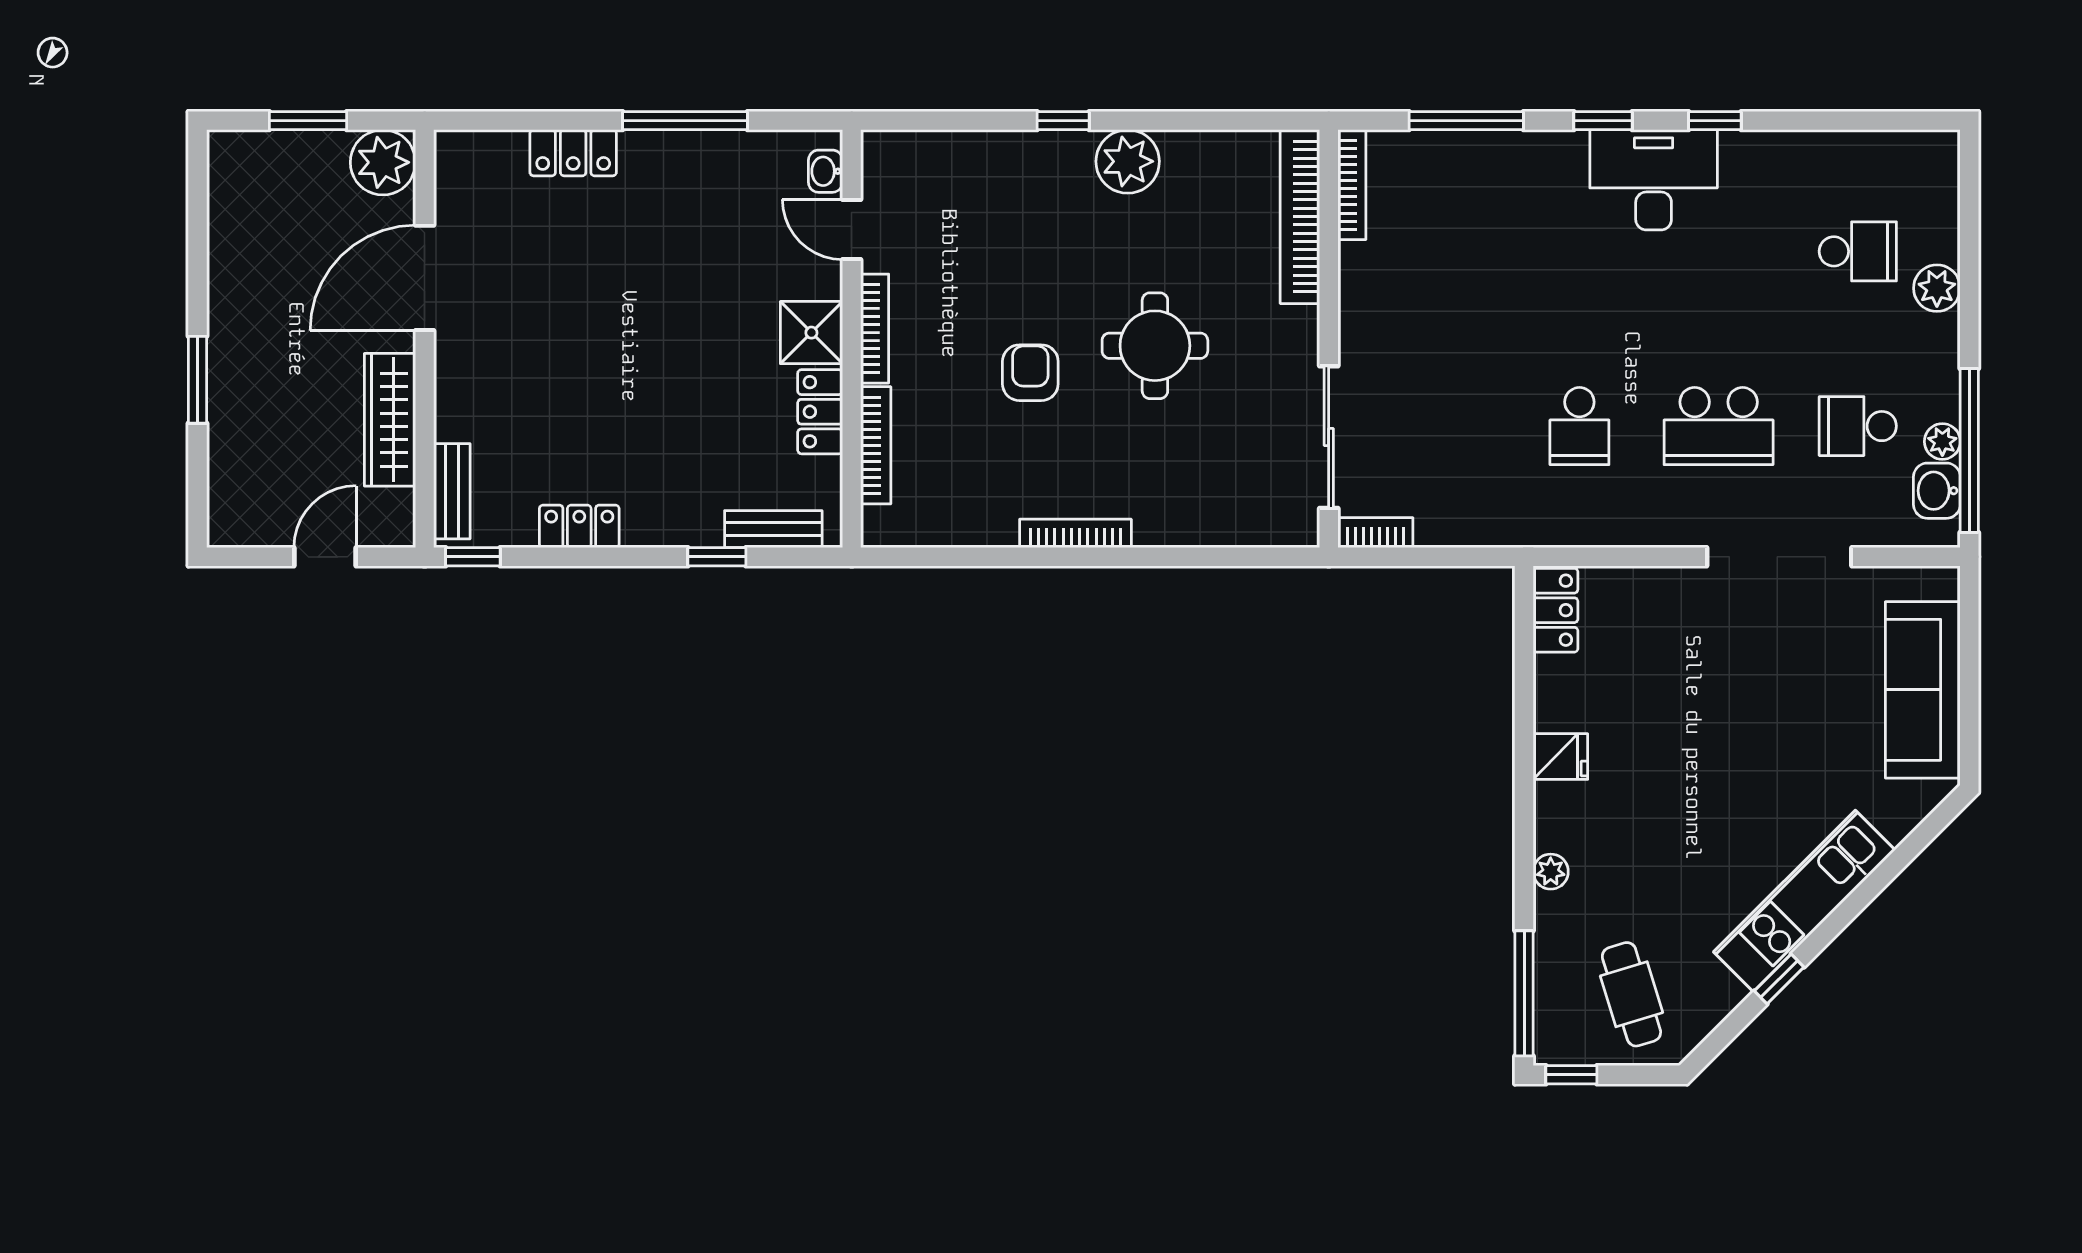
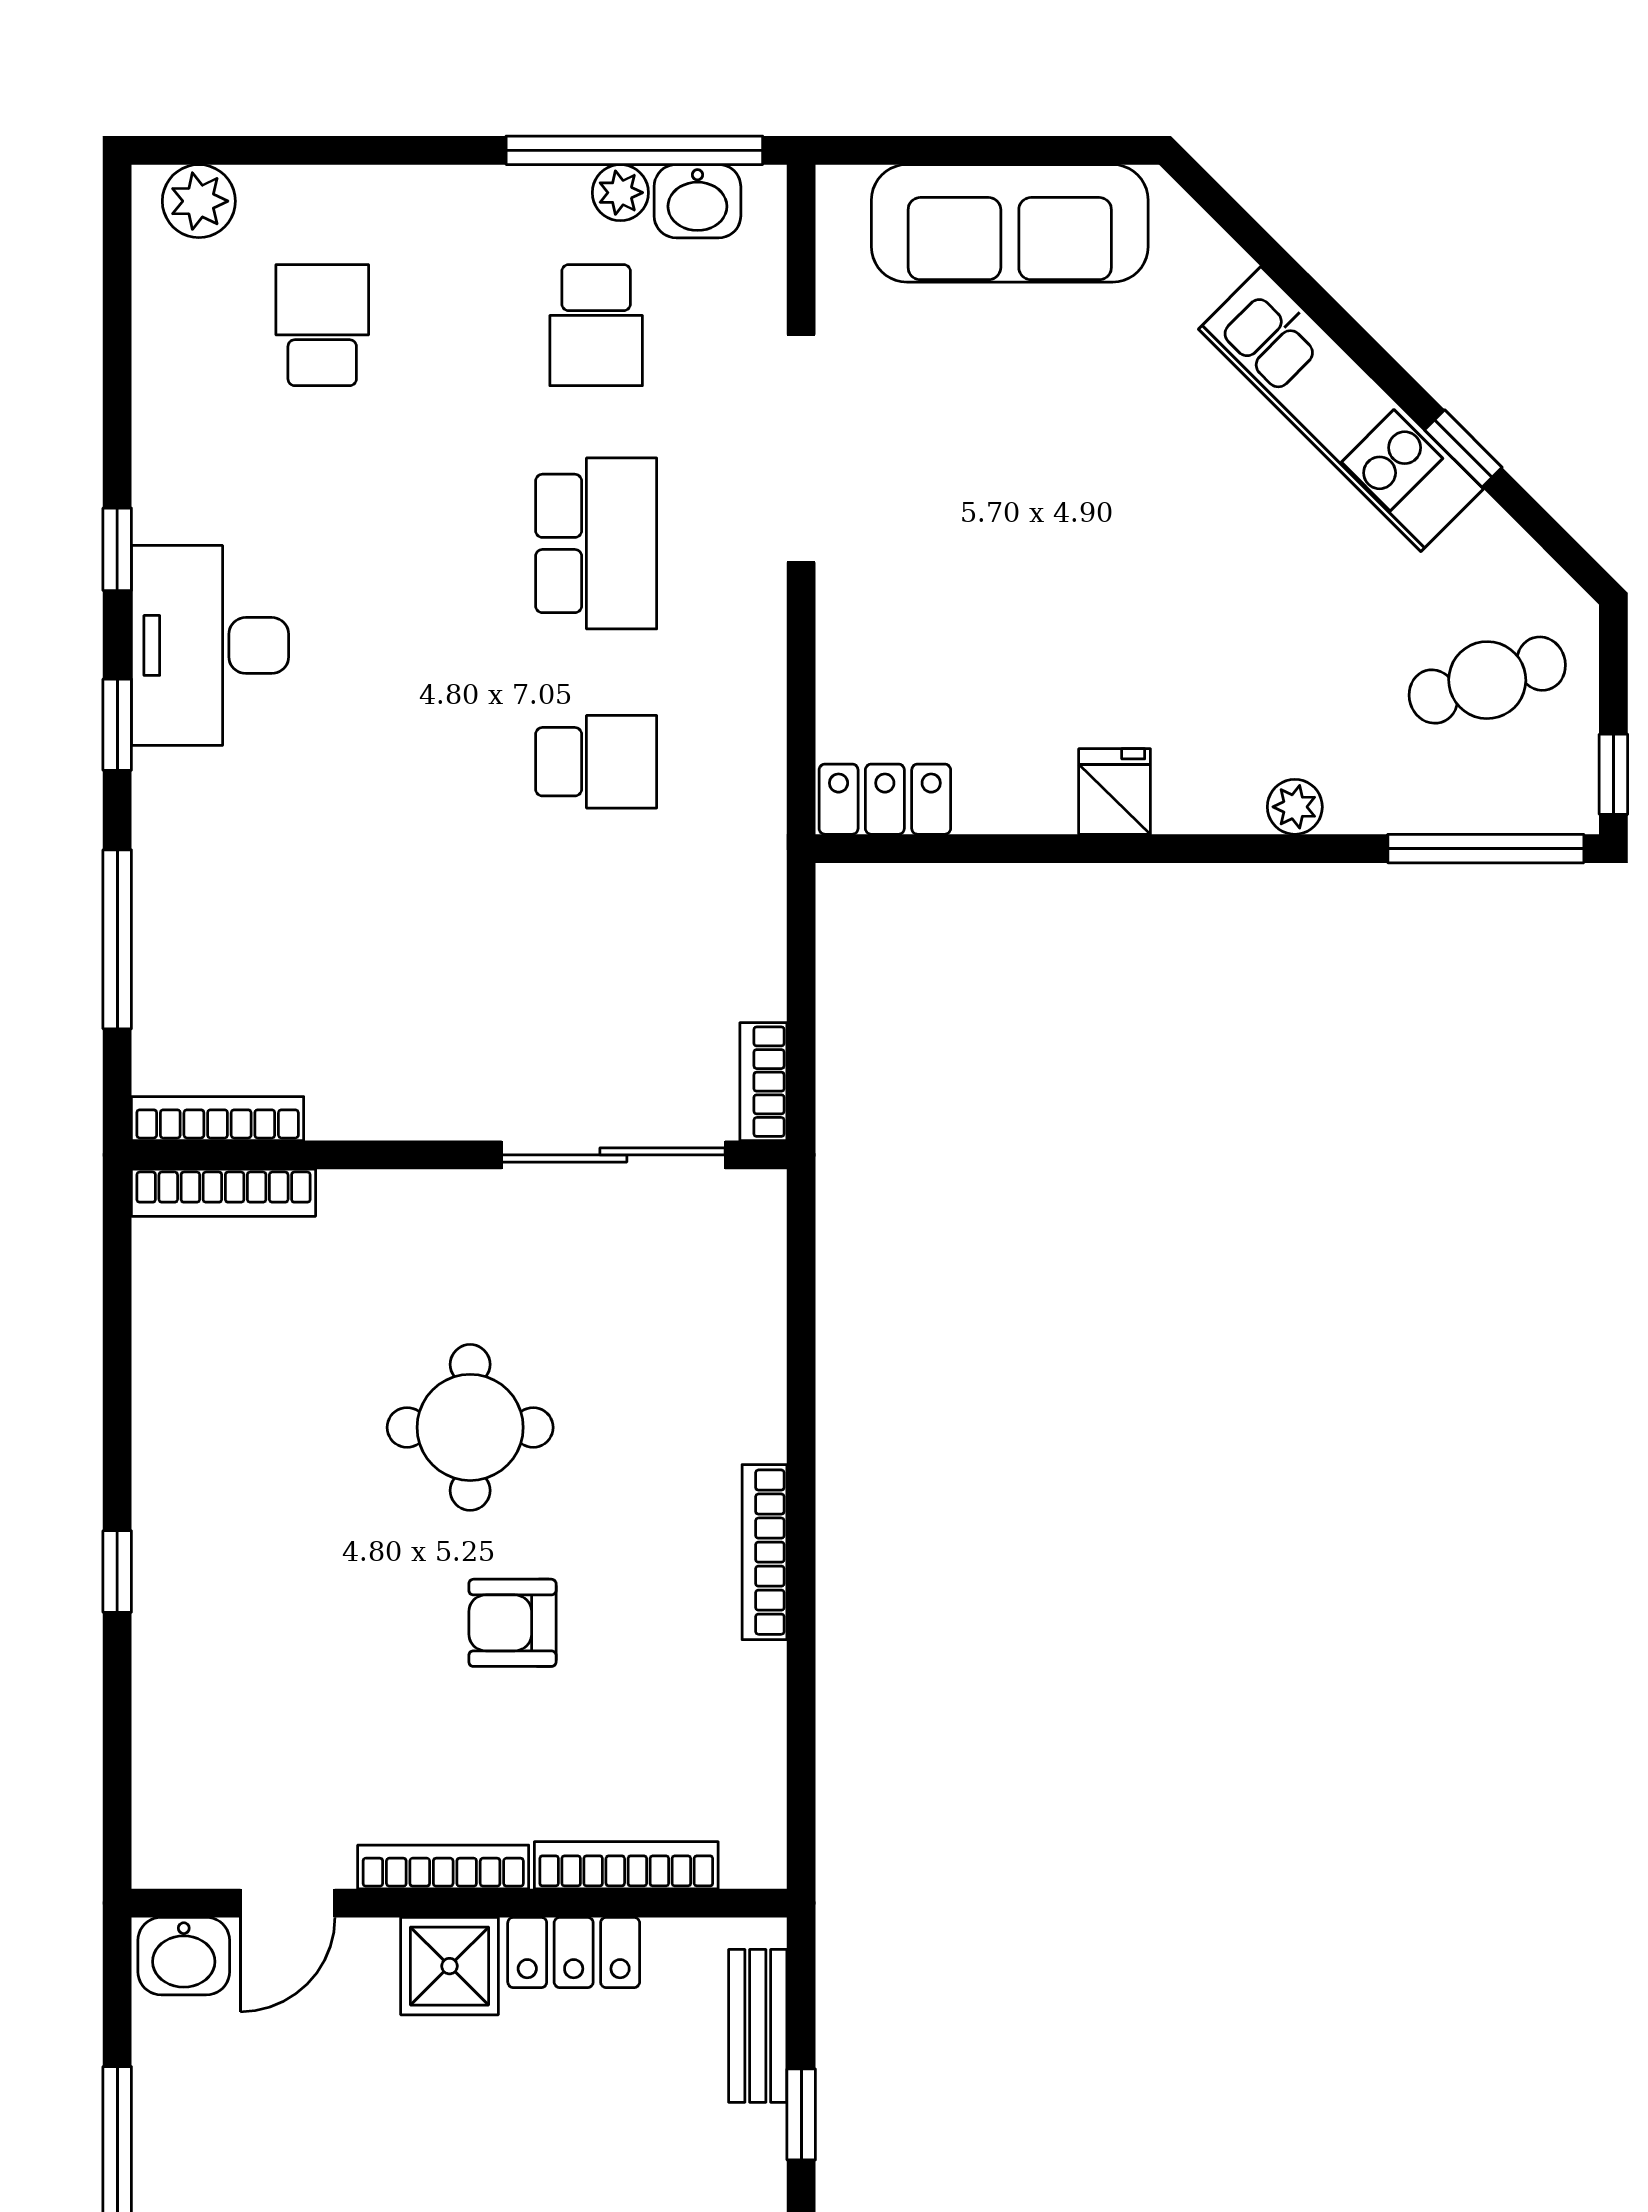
plant: (1128, 161) -> (181, 1470), removed
washbasin: (825, 171) -> (184, 1956), width x1.38, depth x1.45
bookcase: (1300, 217) -> (223, 1193), width x0.68, depth x0.76
plant: (1937, 288) -> (199, 201), moved

